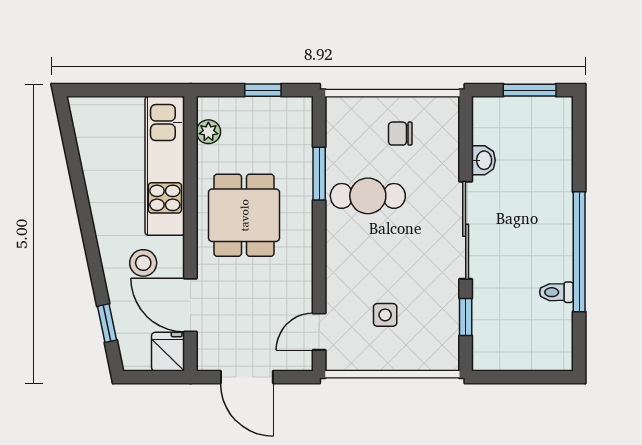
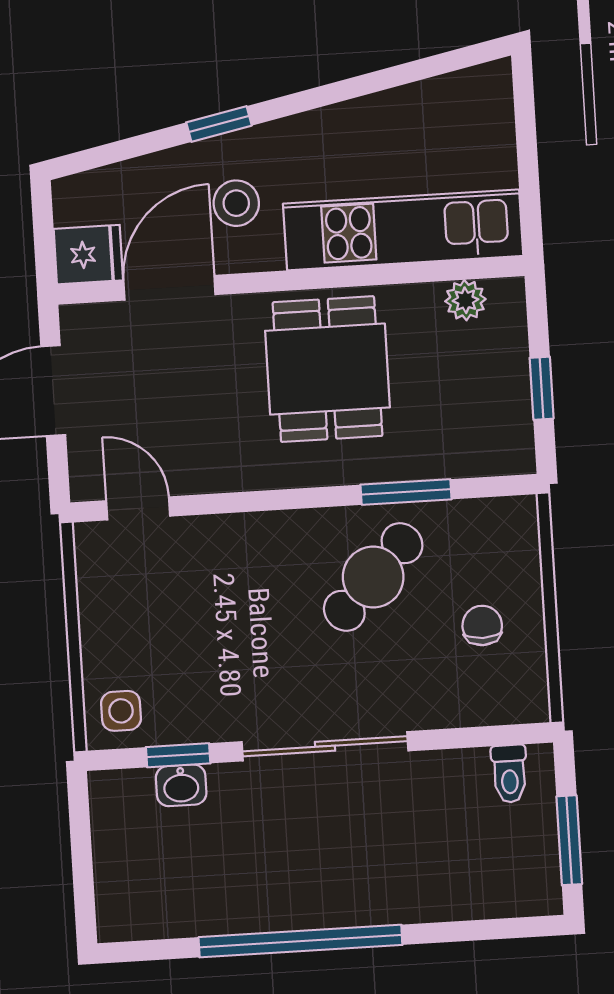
washbasin: (483, 160) -> (181, 785), moved
cafe table: (368, 196) -> (373, 577), turned 44
dining table: (244, 215) -> (328, 369), turned 90
toilet: (556, 292) -> (509, 774), moved, turned 180
side table: (385, 315) -> (121, 711), moved
window: (107, 323) -> (219, 124), moved

